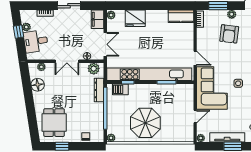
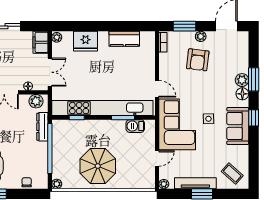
kitchen counter: (181, 16) -> (124, 39), moved
barbecue: (120, 89) -> (135, 126), moved

